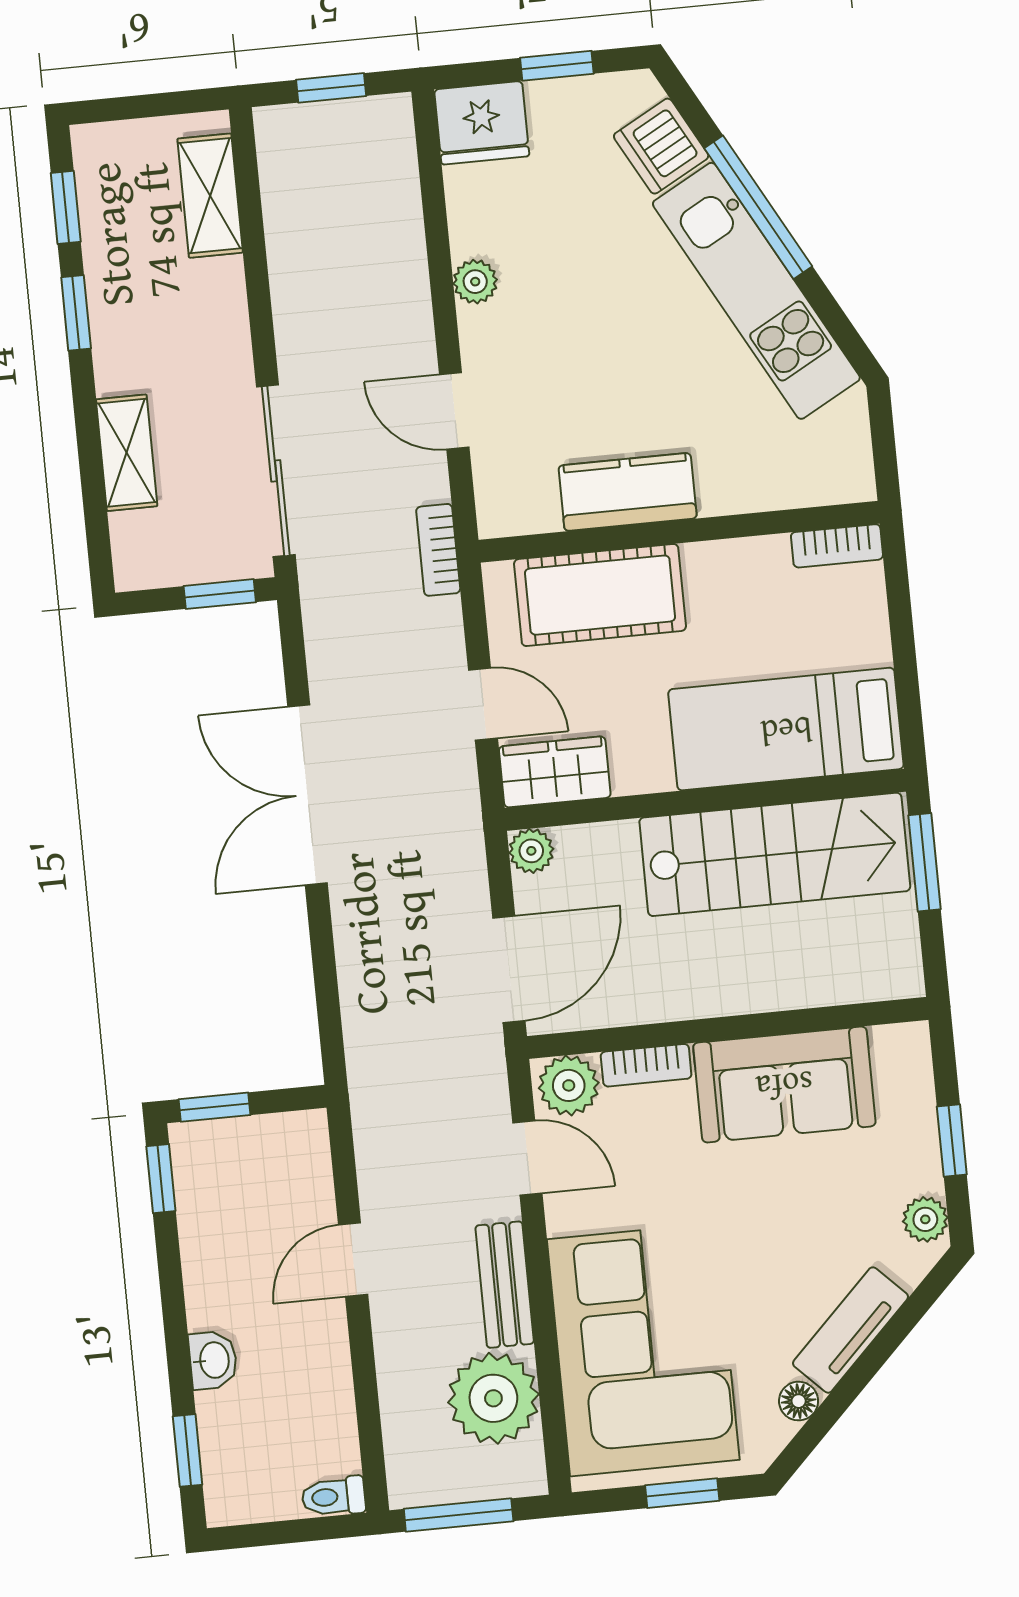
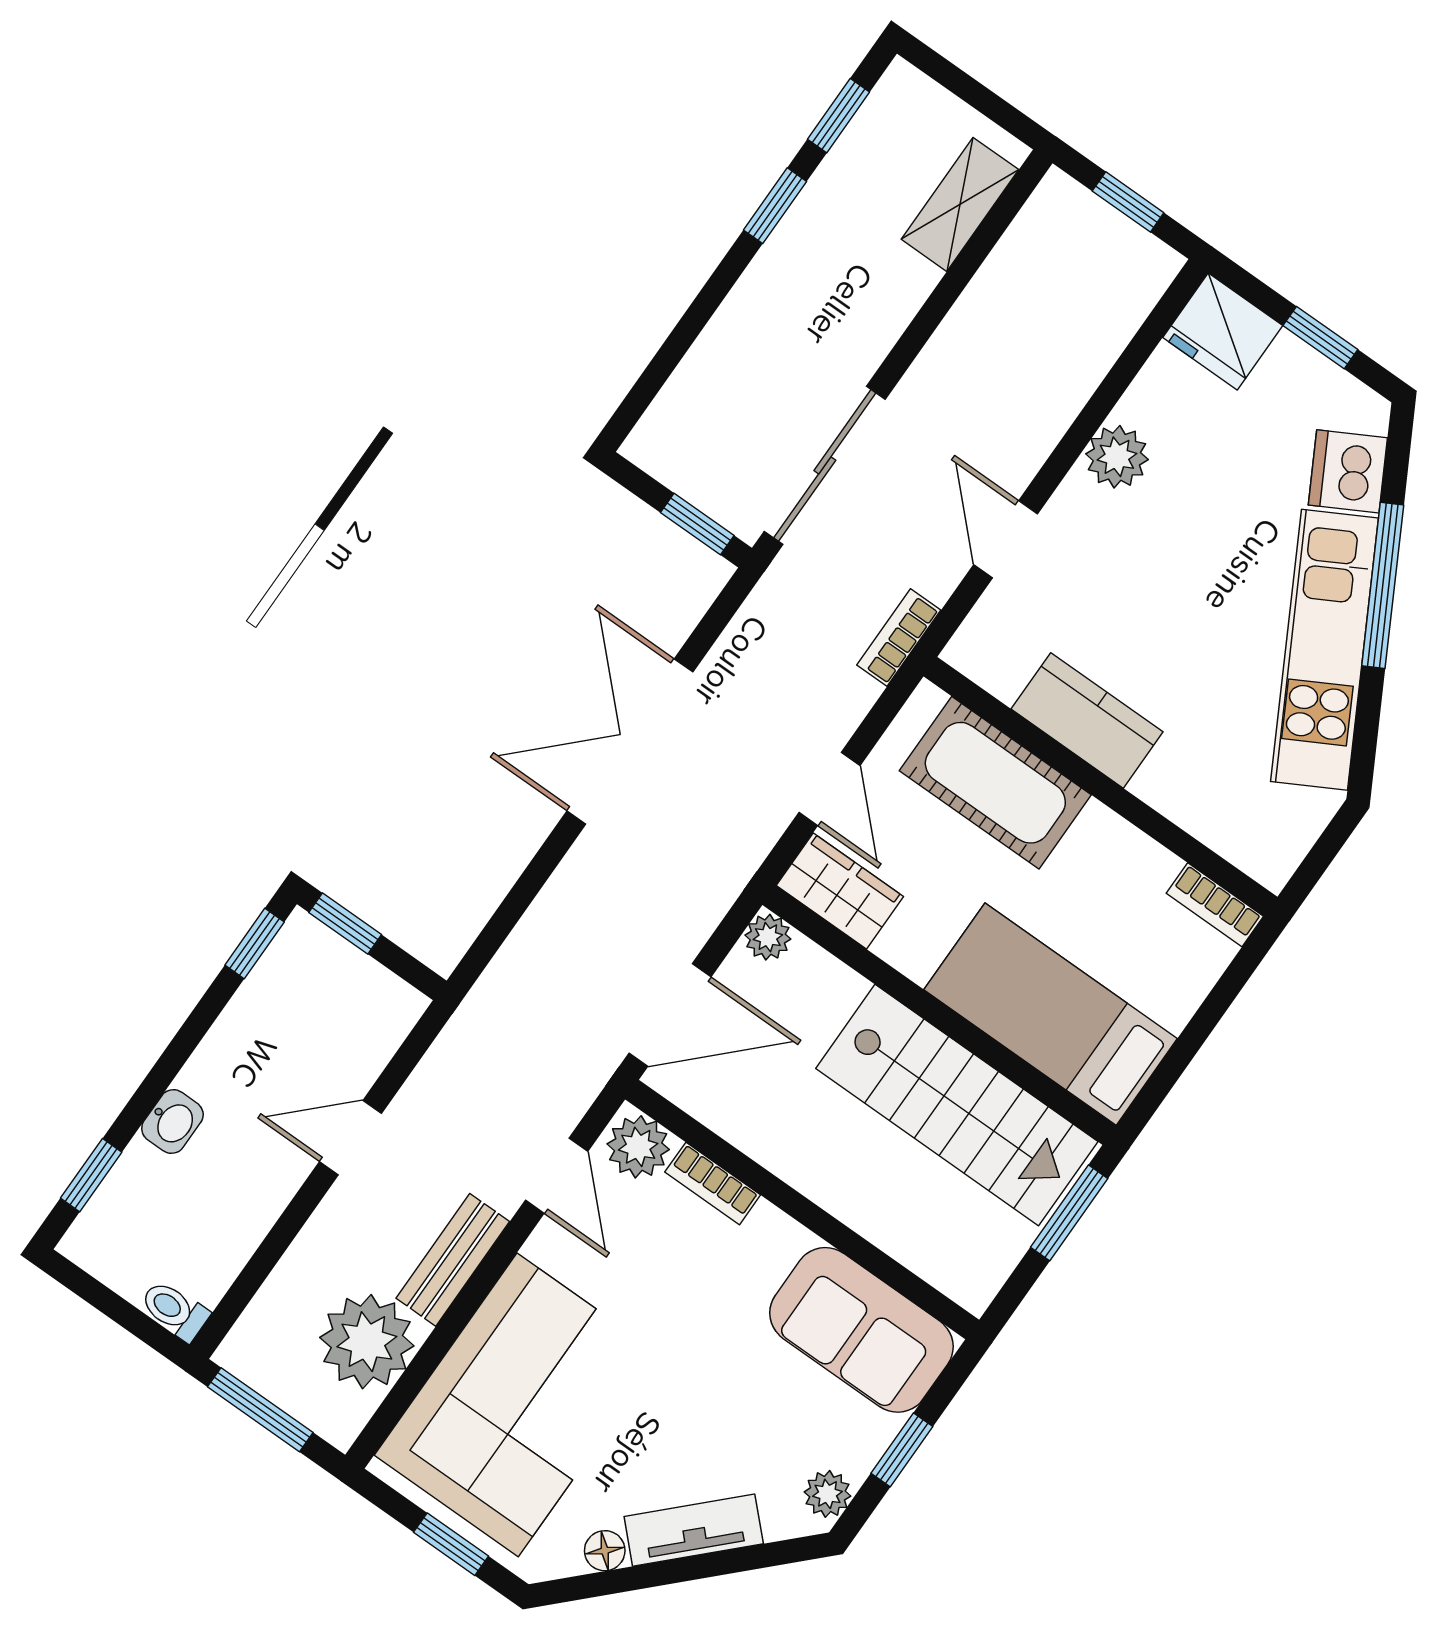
plant: (475, 282) -> (1117, 457), width x1.38, depth x1.38
shelving: (127, 453) -> (720, 350), removed
sofa: (784, 1084) -> (861, 1330), moved

